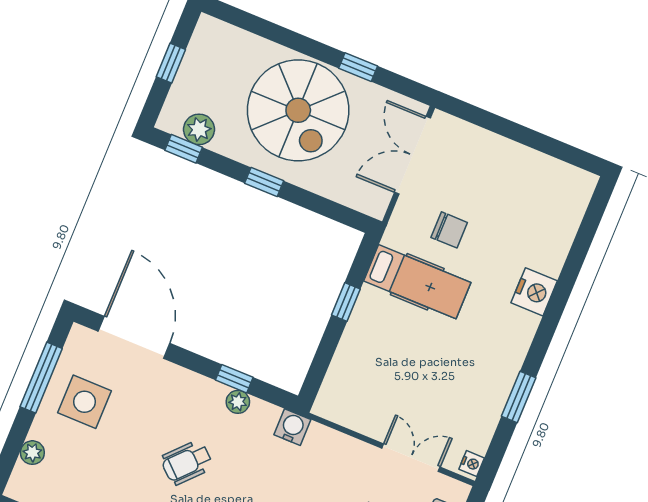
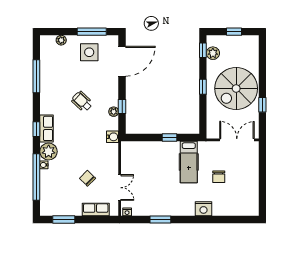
chair: (449, 230) -> (219, 177), moved

